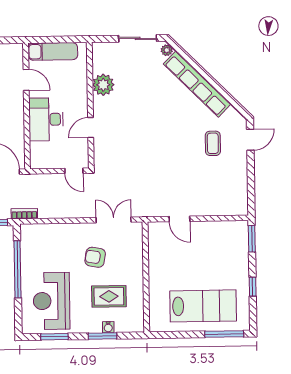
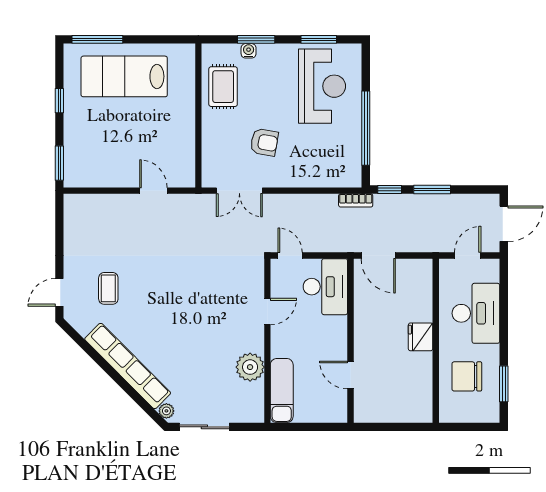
exam couch: (53, 51) -> (282, 391), moved, turned 90
desk: (46, 119) -> (325, 287), moved
rug: (109, 296) -> (223, 87), moved, turned 90

